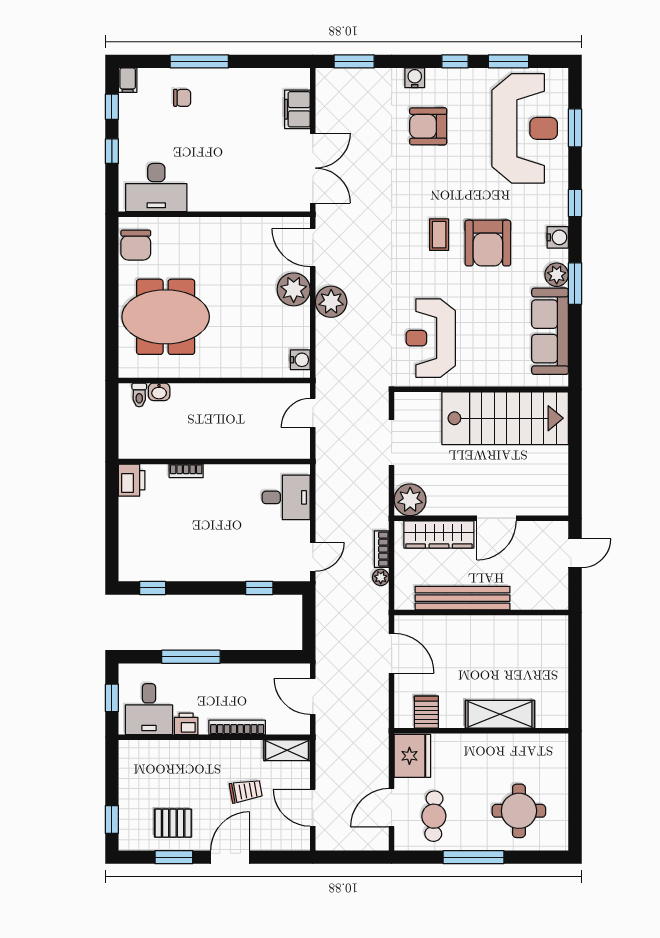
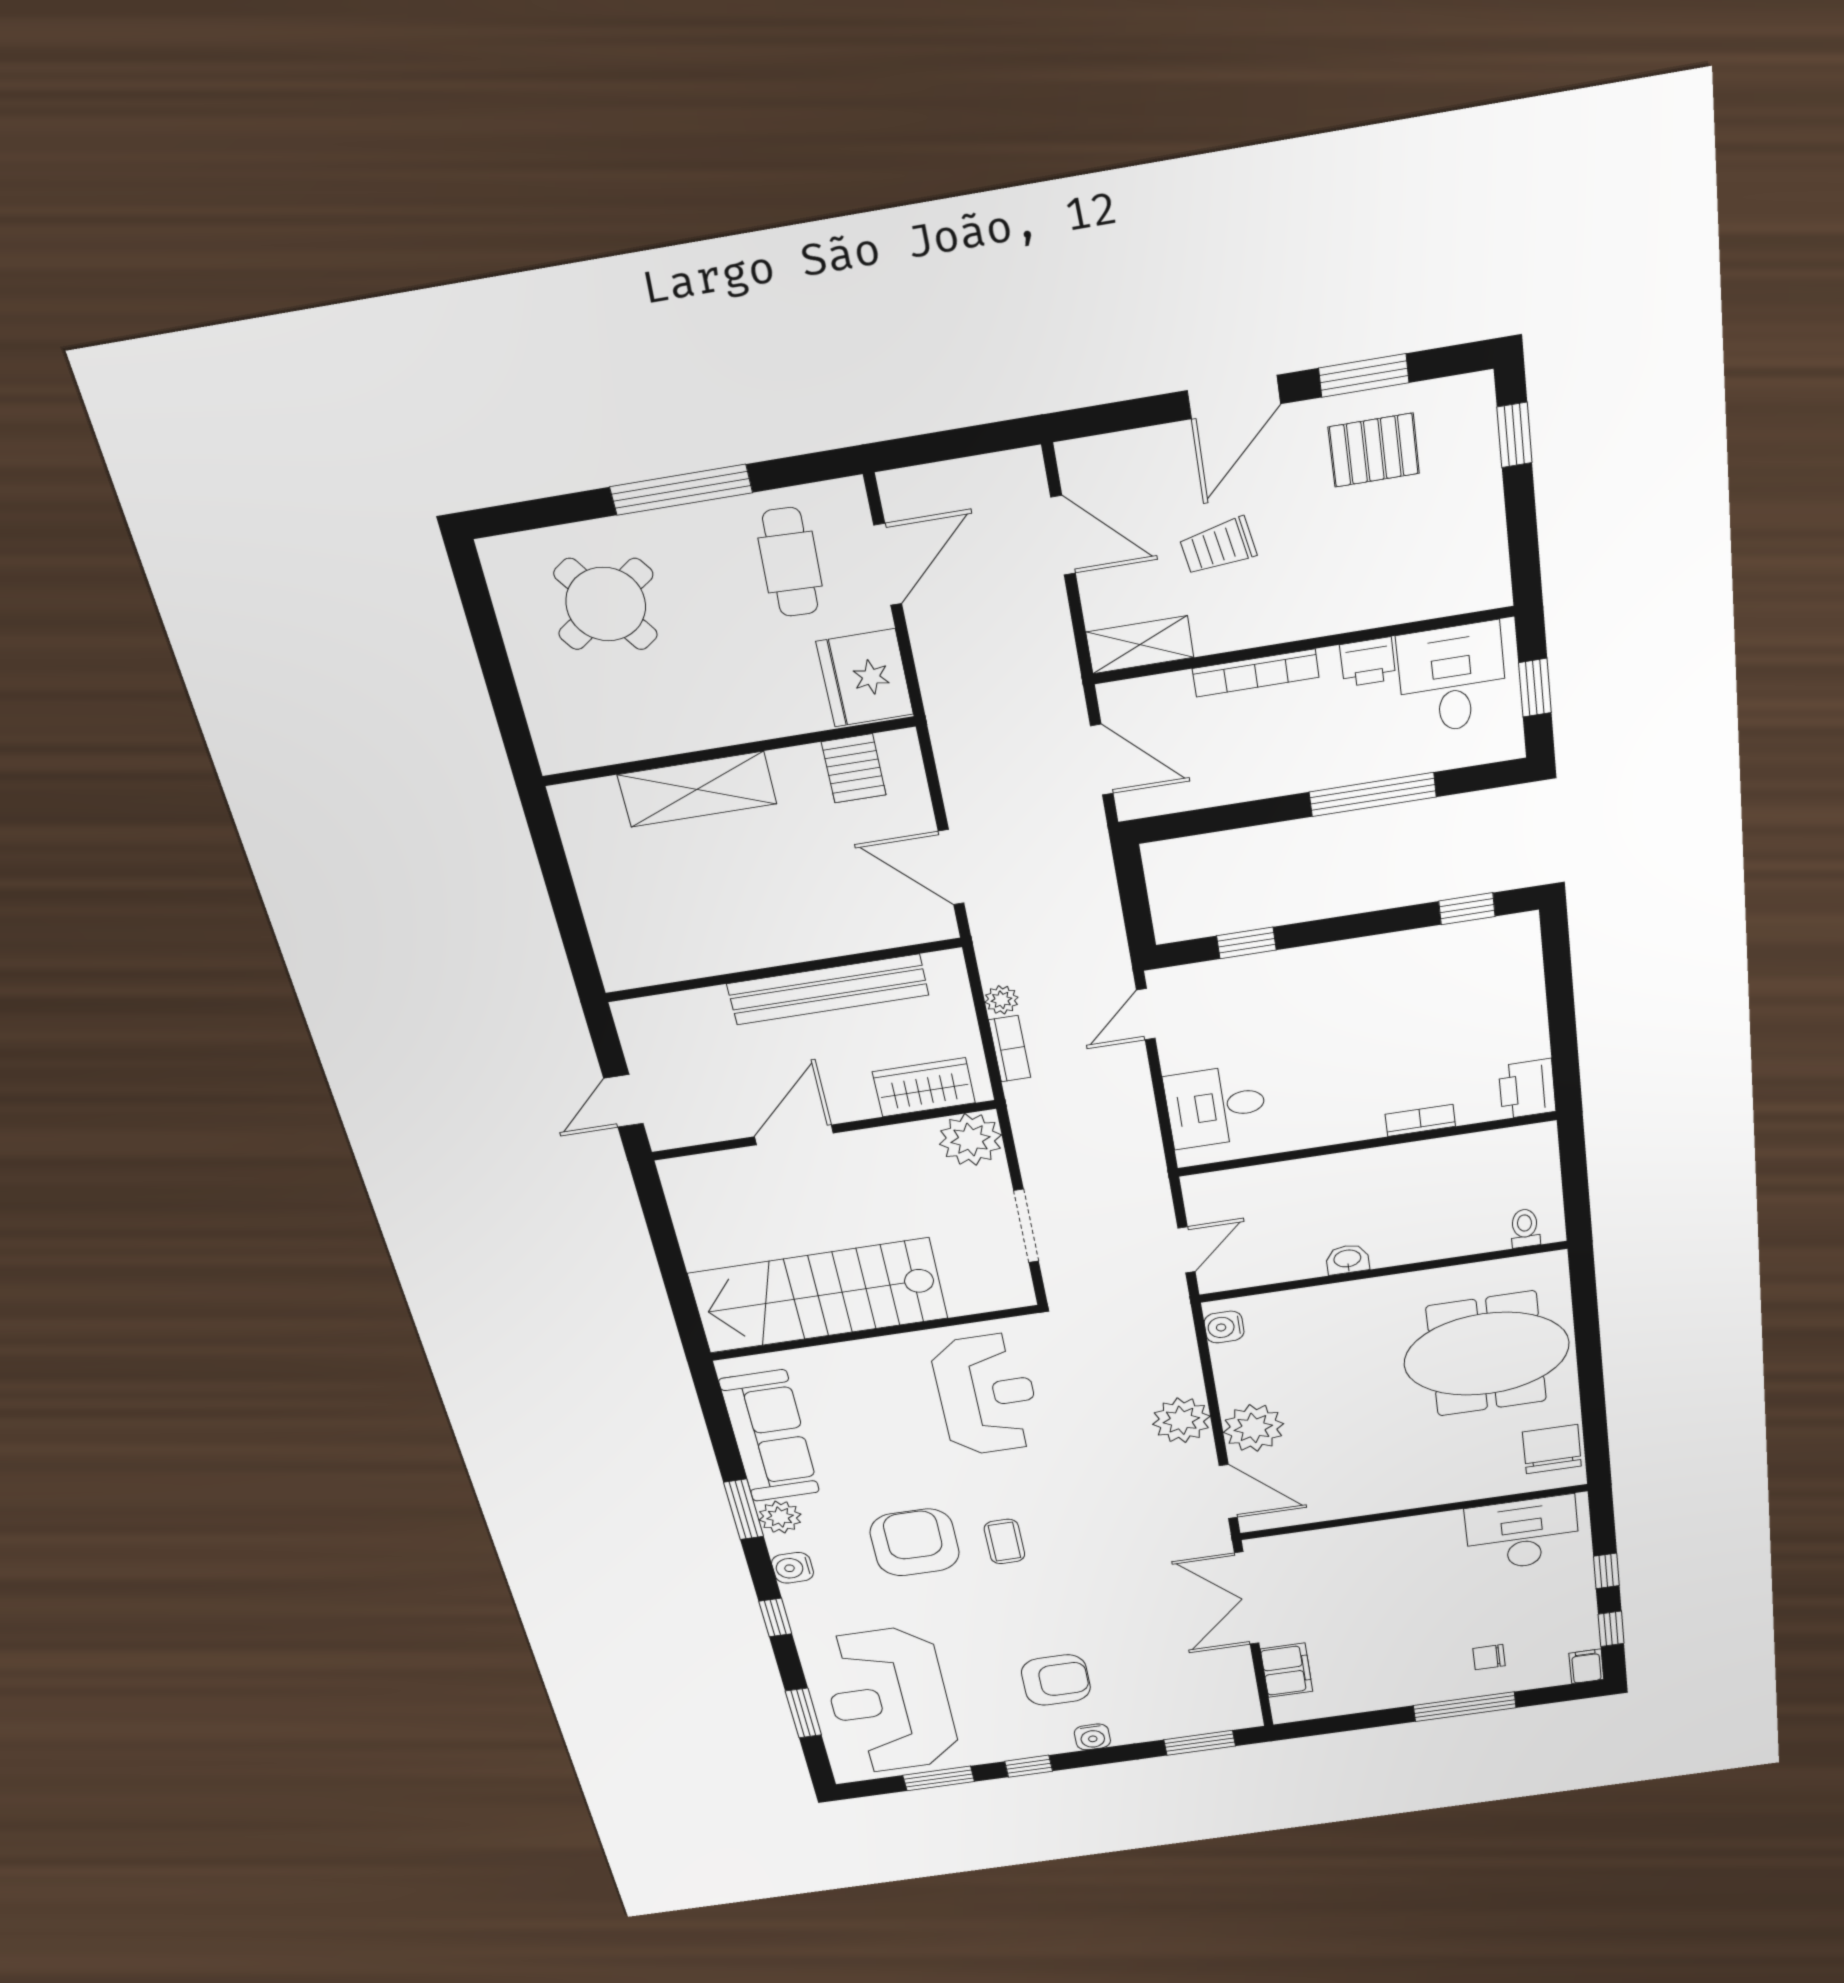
washbasin: (159, 392) -> (1347, 1259), moved
wardrobe: (439, 535) -> (924, 1087), width x0.67
round table: (519, 811) -> (606, 604), turned -35

